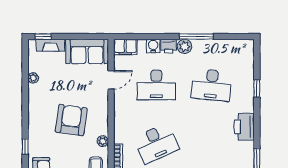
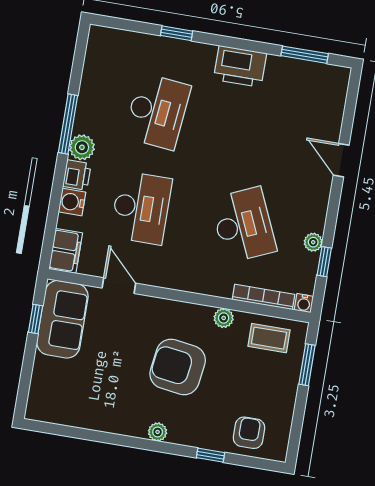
window: (43, 37) -> (35, 319), moved
fireplace: (51, 45) -> (41, 381), removed
plant: (33, 78) -> (158, 432), moved

